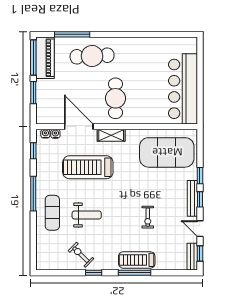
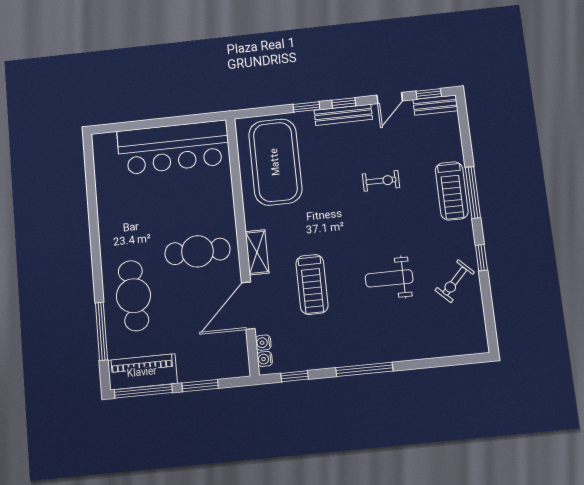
treadmill: (88, 167) -> (312, 284), width x0.73, depth x0.73
exercise mat: (52, 213) -> (392, 335), removed
weight bench: (87, 215) -> (389, 278), turned -90

